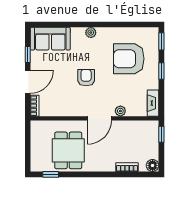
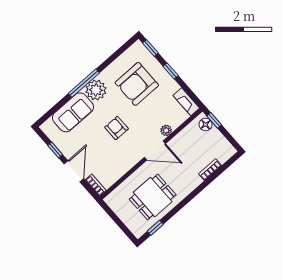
window: (91, 25) -> (84, 83), added
plant: (91, 33) -> (96, 90), width x1.87, depth x1.87
sofa: (50, 39) -> (73, 112), moved
door: (99, 118) -> (155, 151), hinge flipped
dining table: (68, 150) -> (153, 197), turned 90
floor lamp: (153, 165) -> (206, 124), moved

